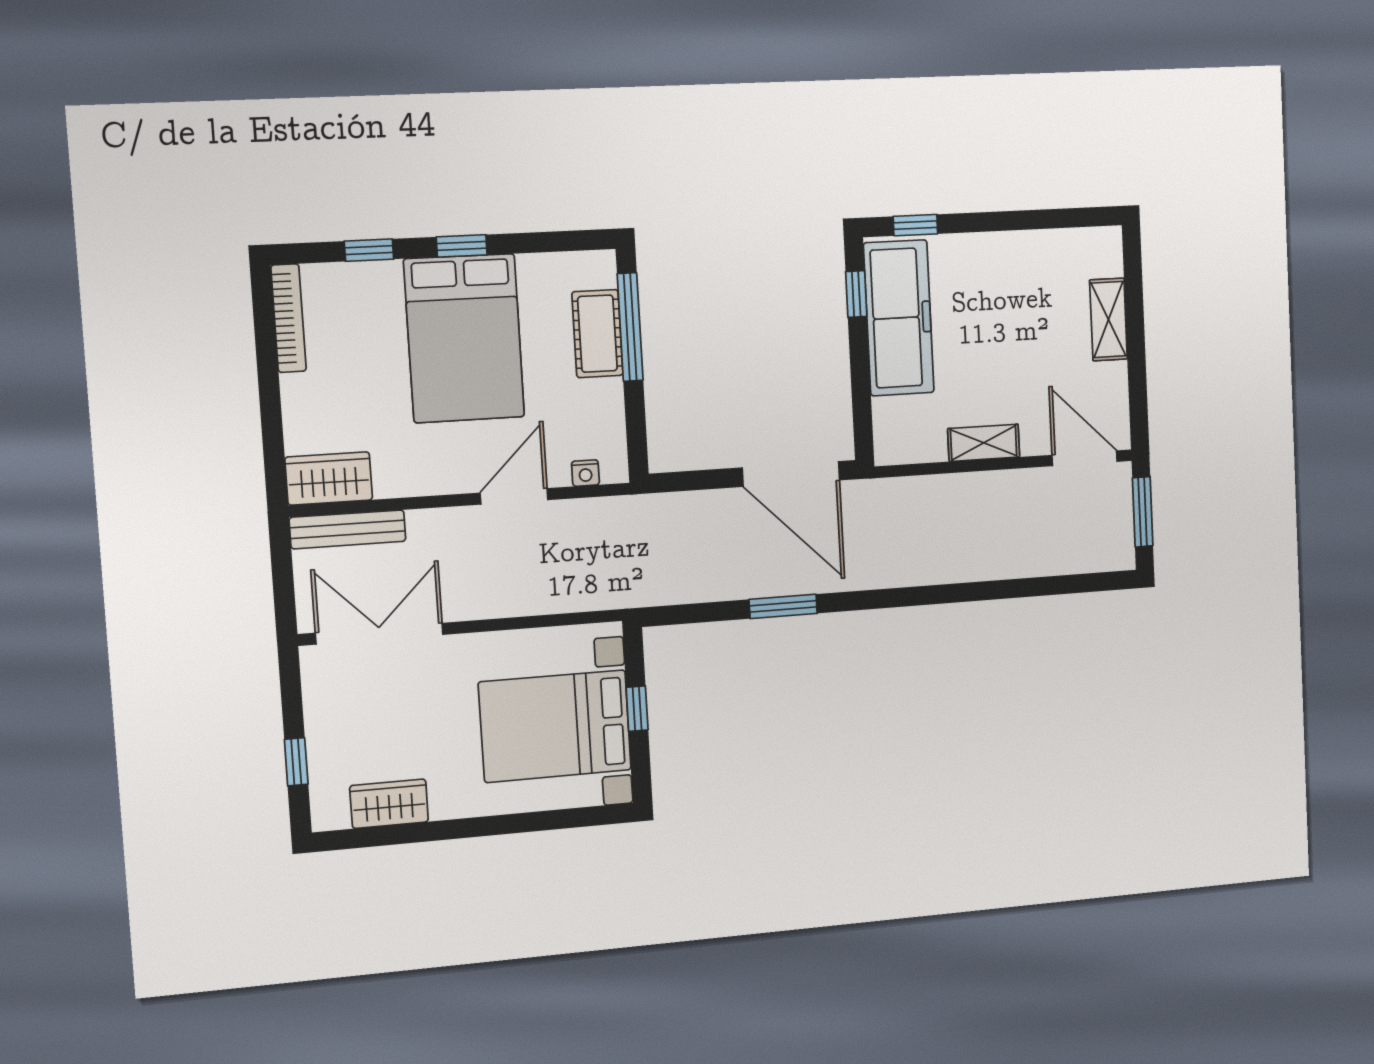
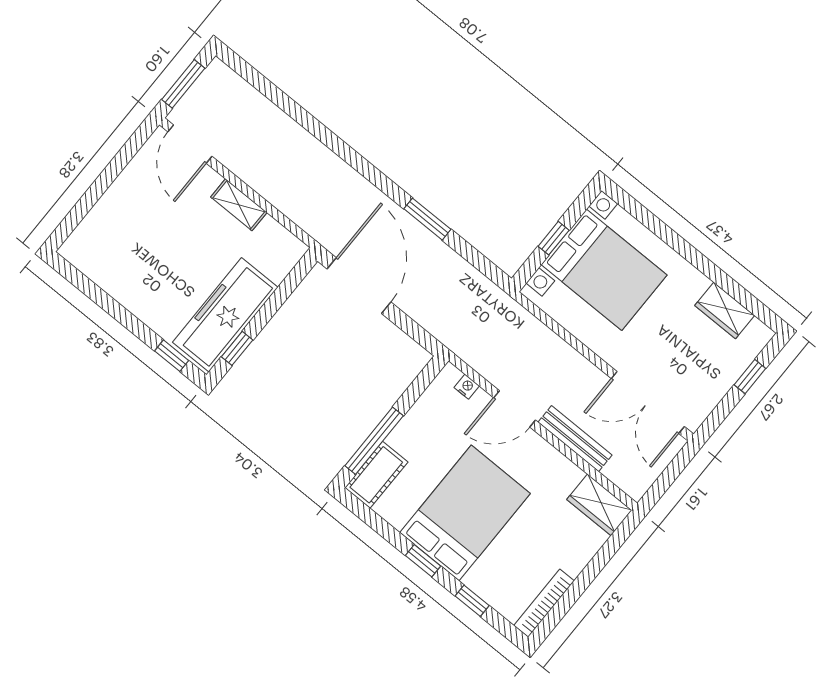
shelving: (1108, 320) -> (109, 207), removed
cot: (597, 334) -> (376, 475), moved
bench: (348, 529) -> (575, 439), moved

